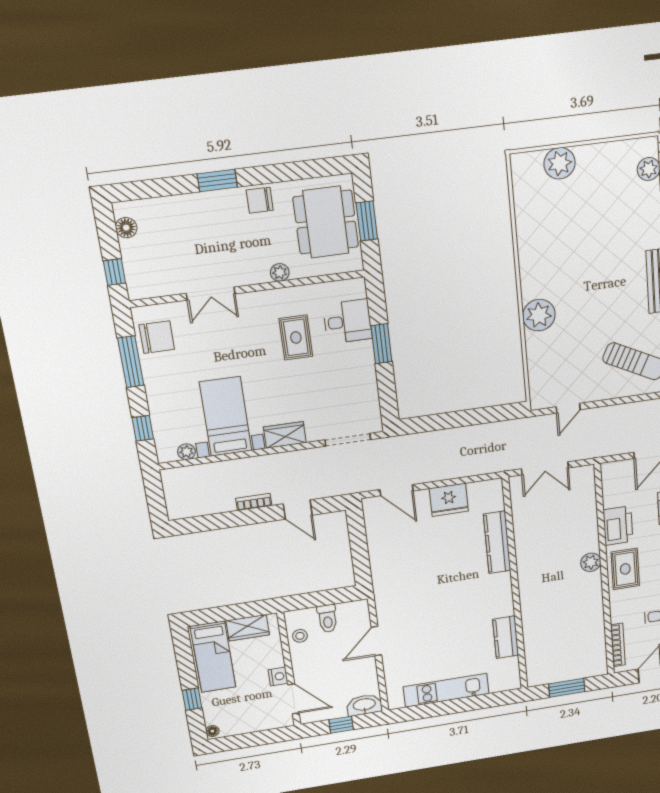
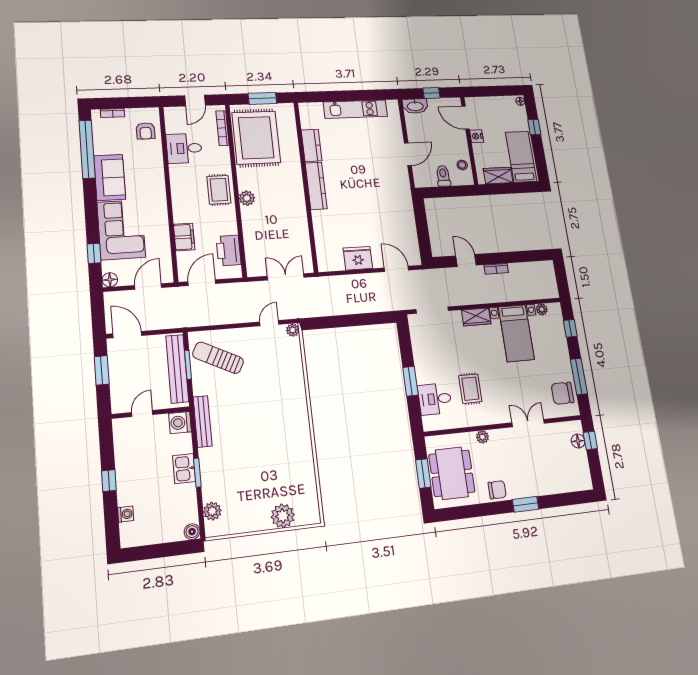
floor lamp: (126, 228) -> (578, 441), moved
plant: (539, 315) -> (293, 330), moved, width x0.53, depth x0.53
printer: (618, 526) -> (229, 250), moved
kitchen counter: (497, 542) -> (316, 186), moved
rug: (576, 638) -> (256, 138), added

